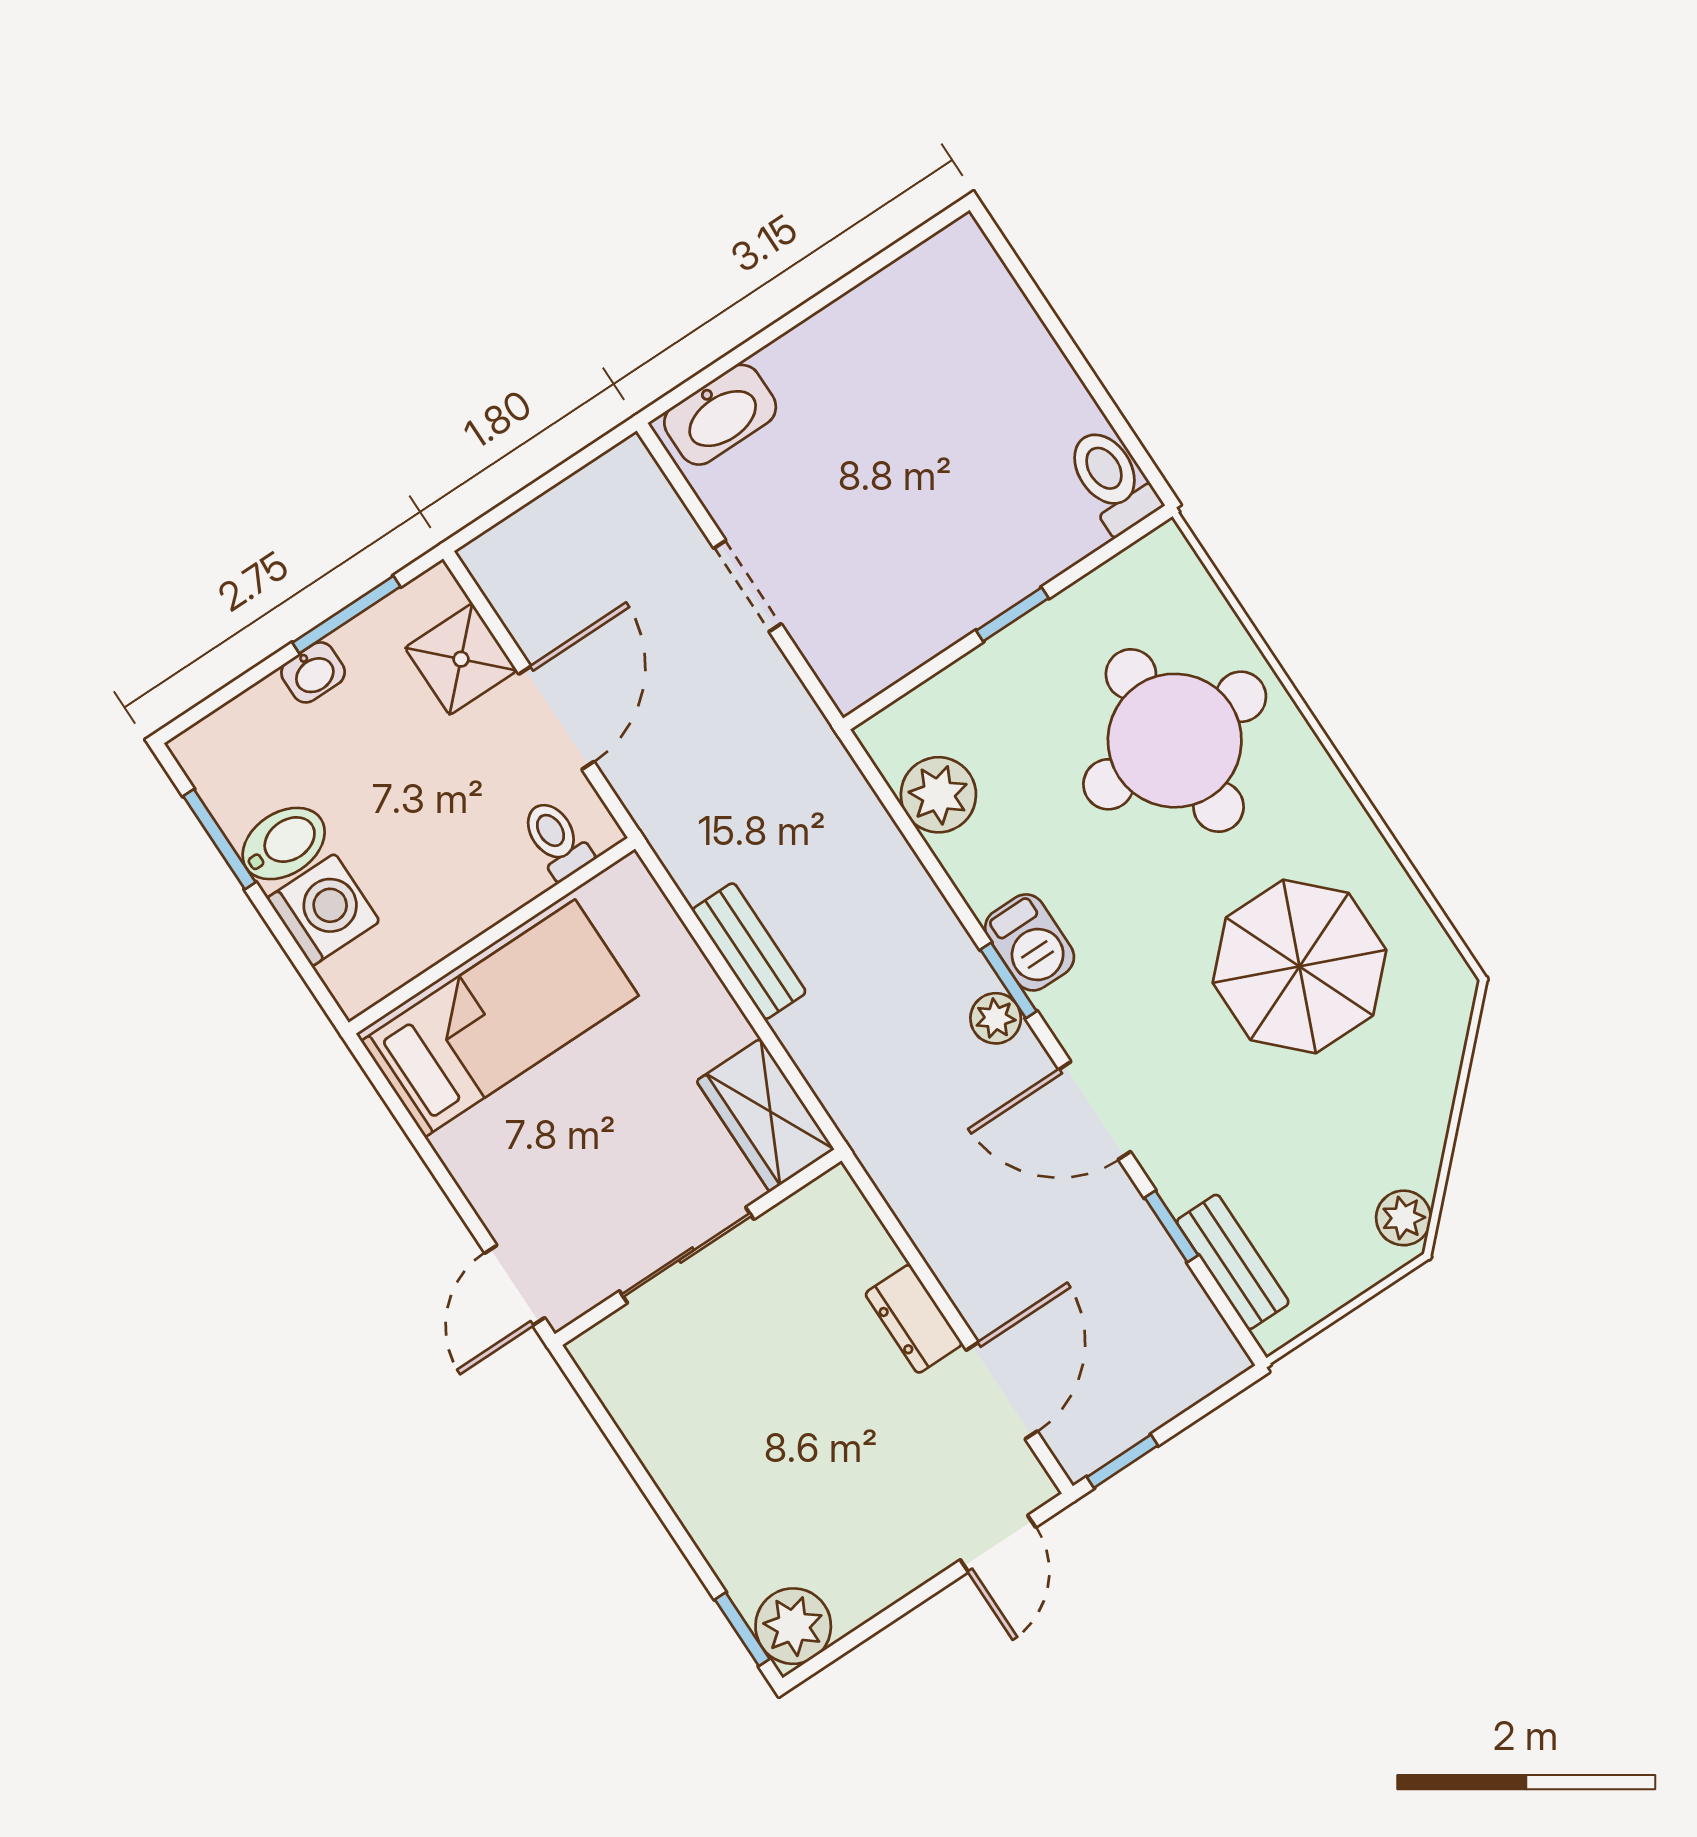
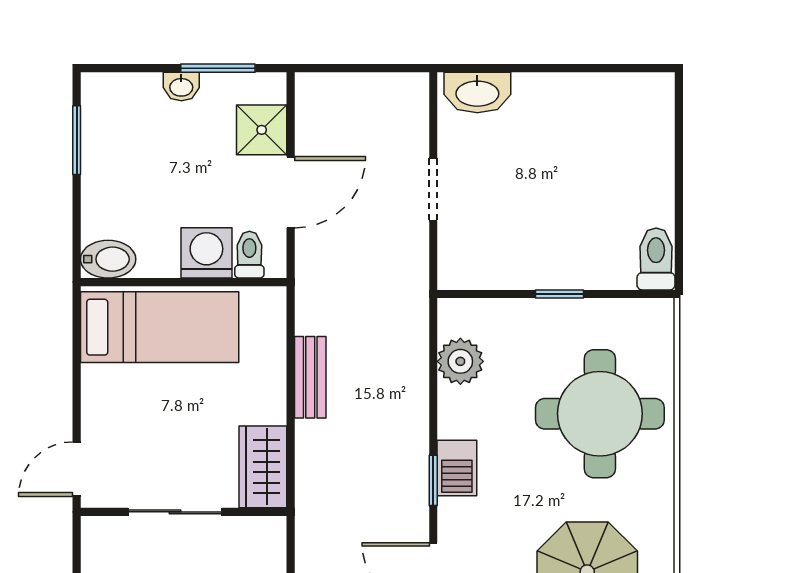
bidet: (284, 844) -> (108, 259), moved
washing machine: (323, 910) -> (206, 253), moved, turned -90
plant: (996, 1018) -> (414, 495), removed

